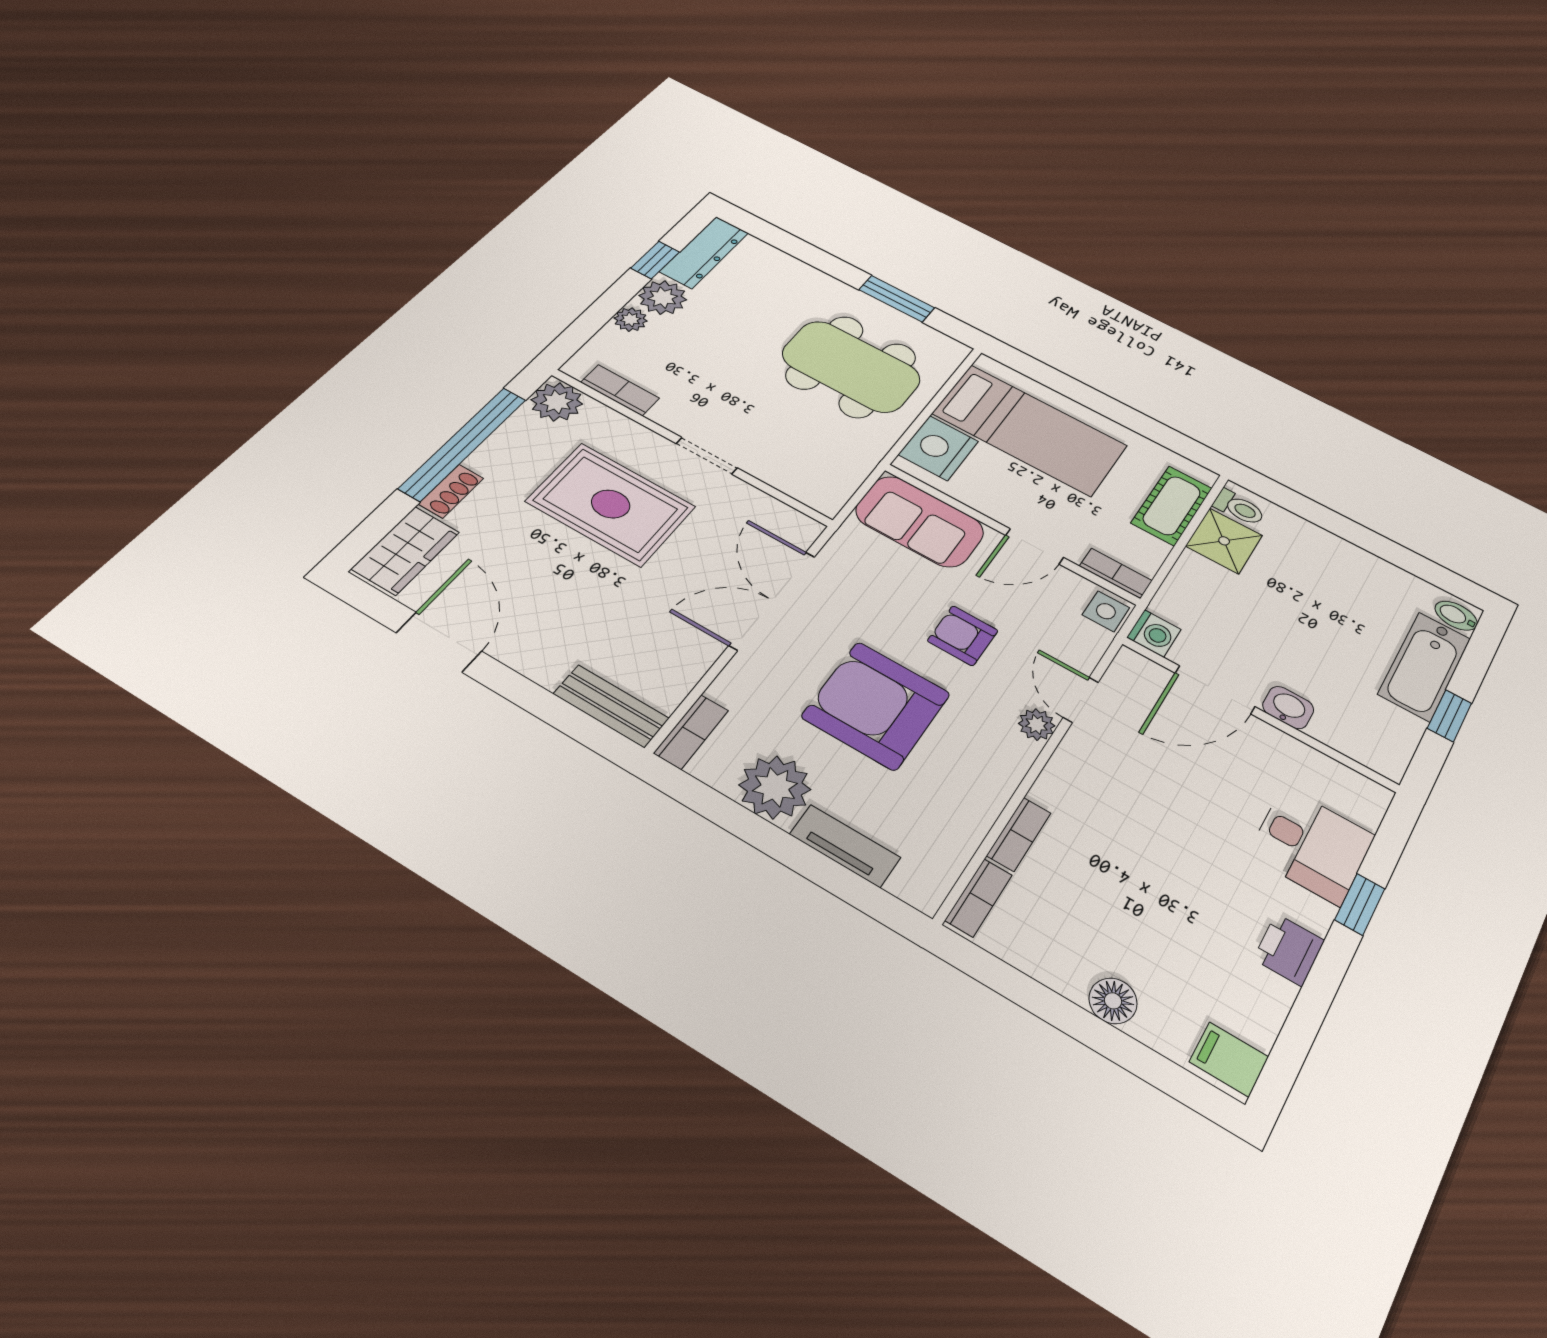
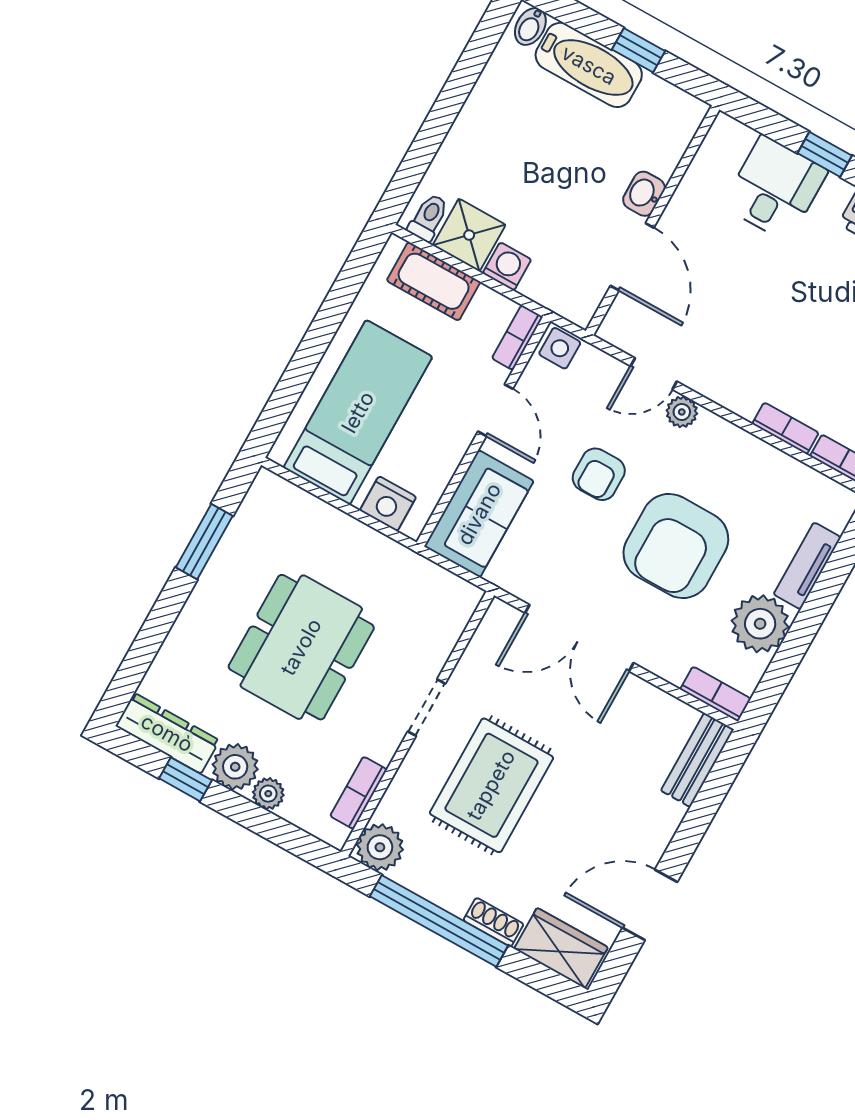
dining table: (851, 366) -> (301, 647), moved
nightstand: (938, 448) -> (388, 504), width x0.74, depth x0.75
washing machine: (1154, 633) -> (507, 266), moved

